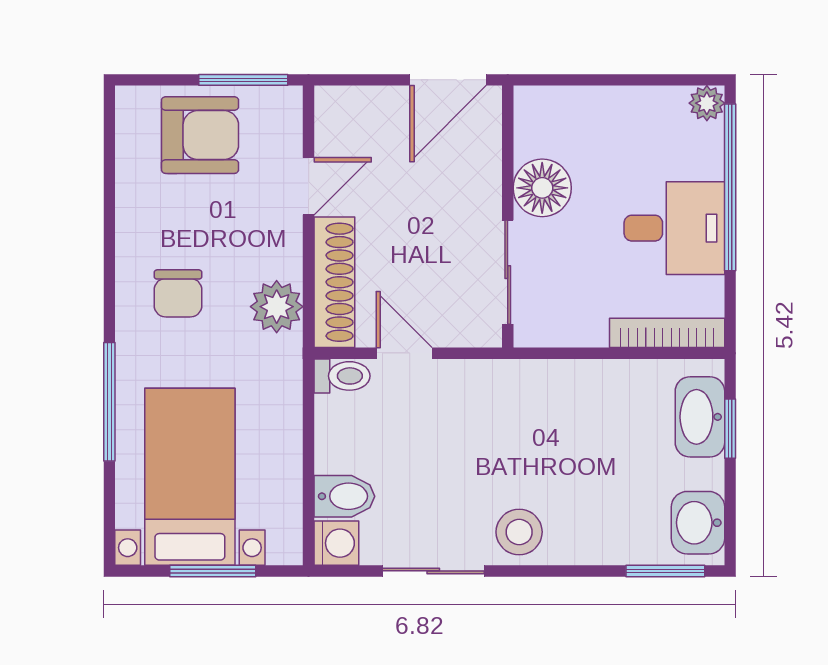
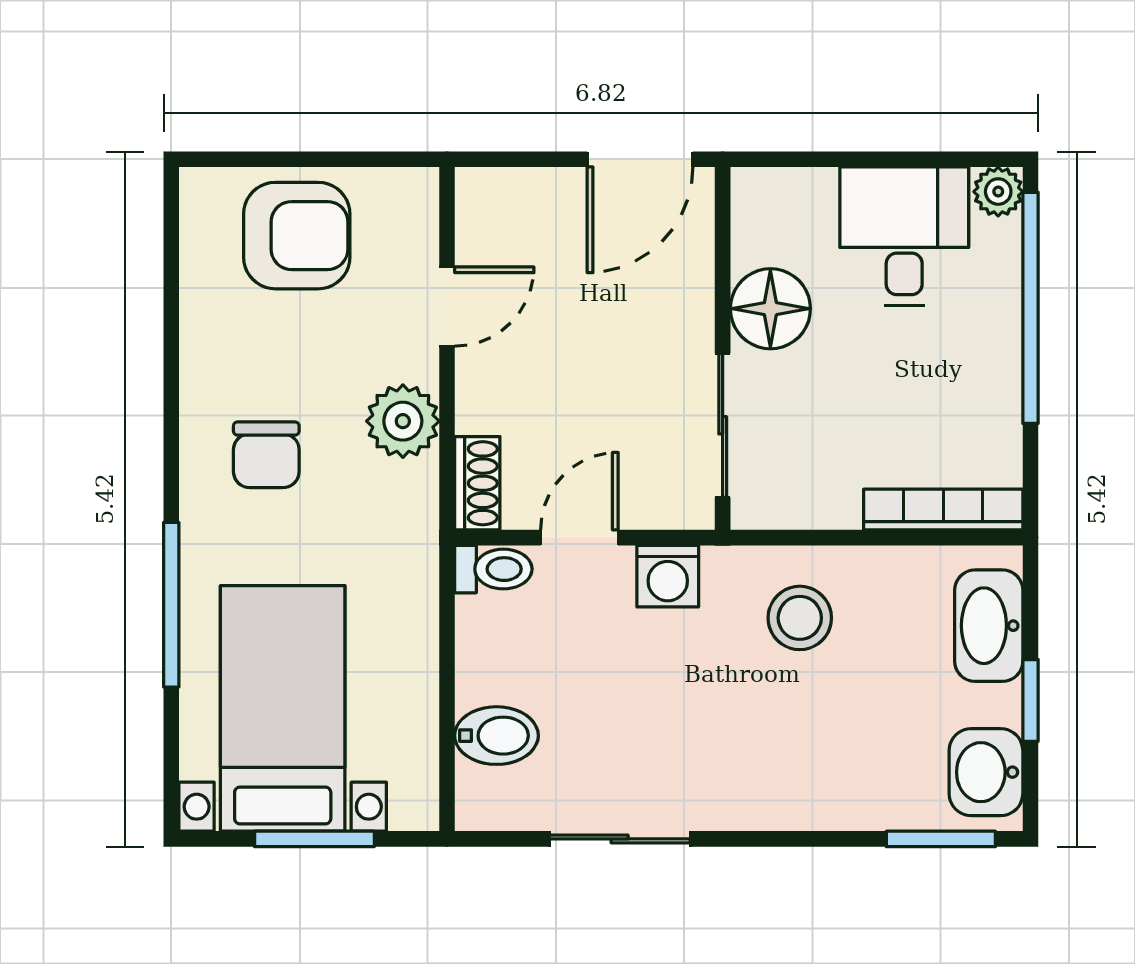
window: (243, 80) -> (356, 159), removed
desk: (674, 228) -> (904, 236), moved, turned -90
shoe rack: (334, 282) -> (477, 483), width x0.51, depth x0.81
plant: (277, 307) -> (403, 421), moved
door: (404, 353) -> (579, 538), hinge flipped
window: (730, 429) -> (1030, 700), moved
stool: (519, 532) -> (800, 618), moved
washing machine: (336, 543) -> (668, 576), moved, turned 90

